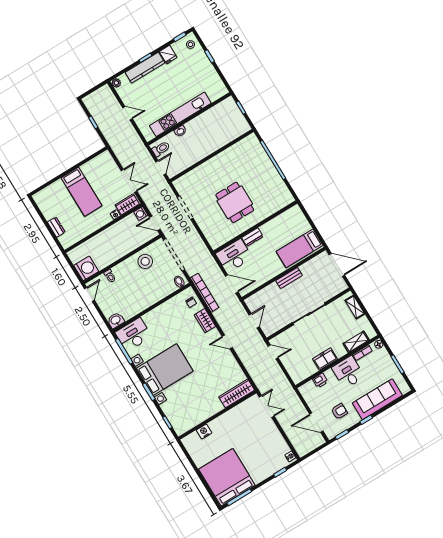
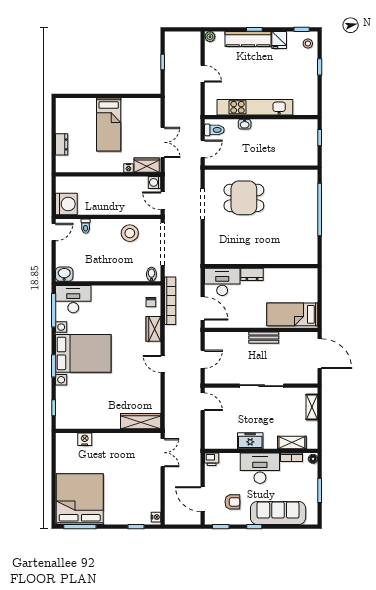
dining table: (235, 202) -> (244, 198), moved, turned 90
desk: (348, 372) -> (260, 468), width x1.37
printer: (320, 380) -> (212, 459), moved

